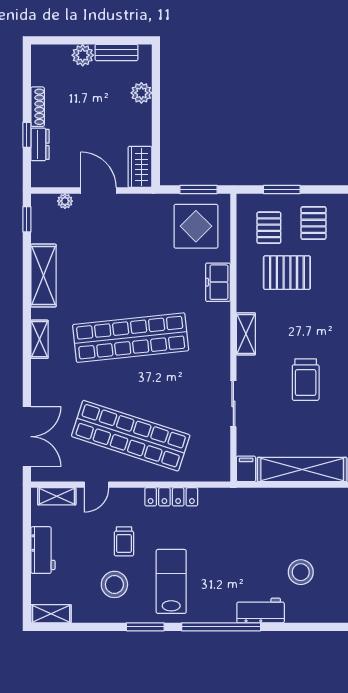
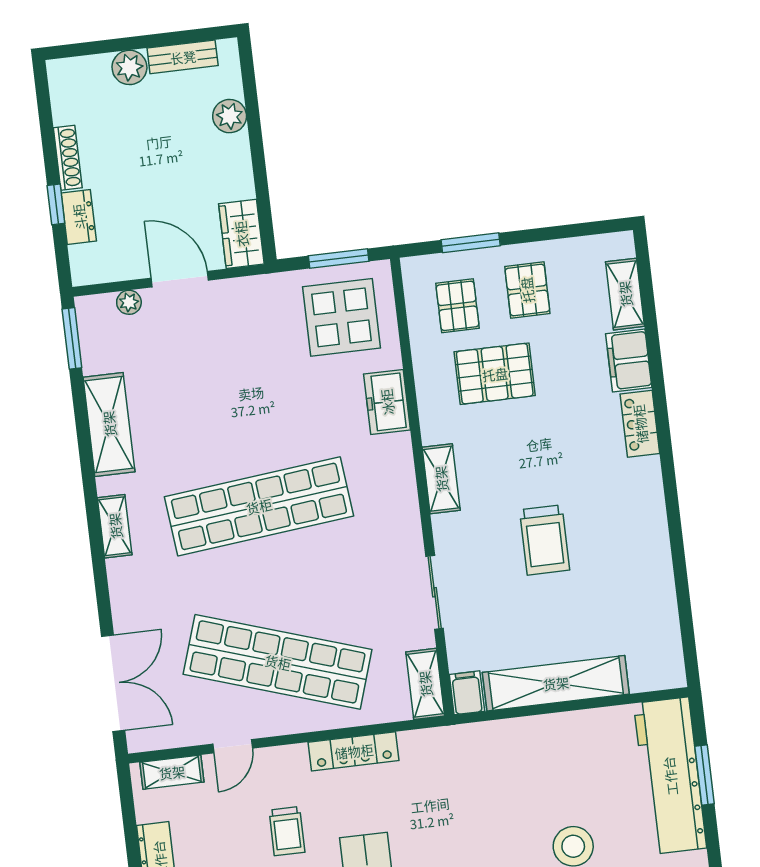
window: (27, 219) -> (72, 338), width x1.50
shelving: (221, 460) -> (425, 684), added

